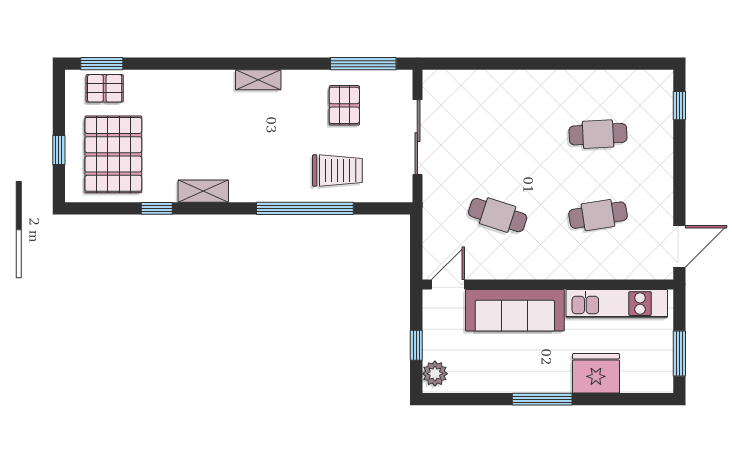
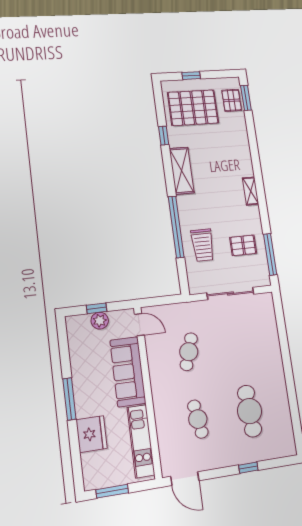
window: (679, 106) -> (248, 468), moved
cafe table: (598, 134) -> (250, 411), width x1.37, depth x1.35
shelving: (203, 191) -> (182, 171), width x1.50, depth x1.33
plant: (435, 374) -> (100, 321), moved

